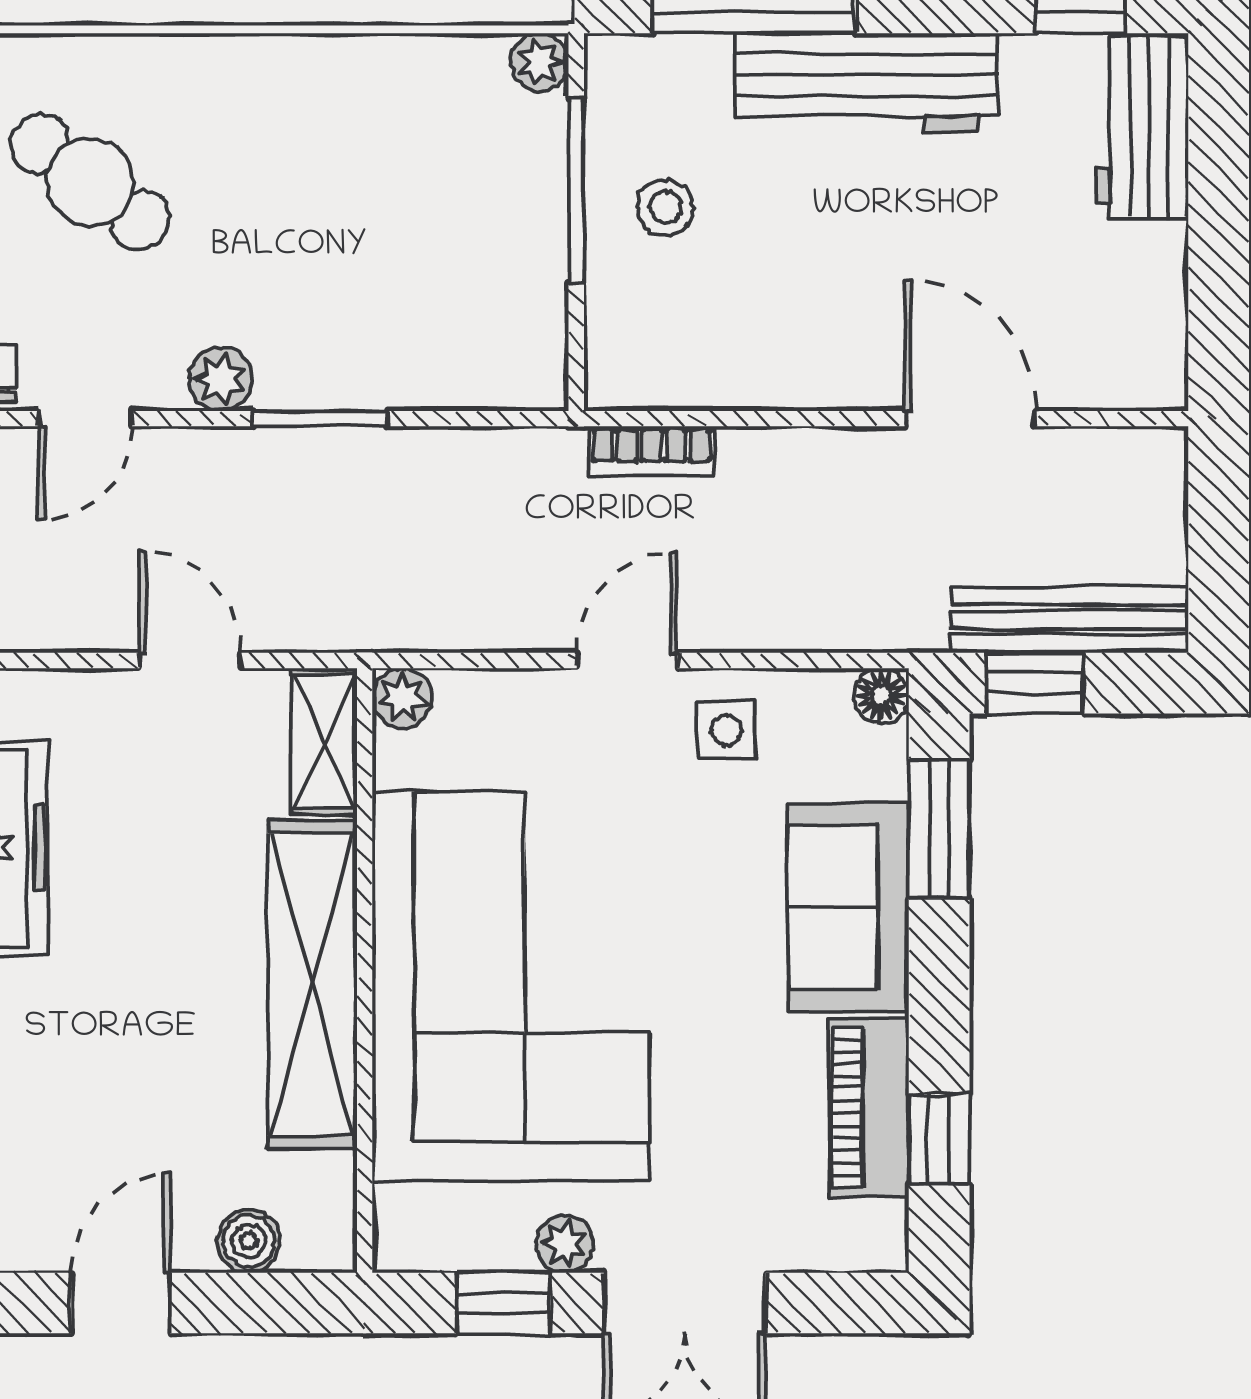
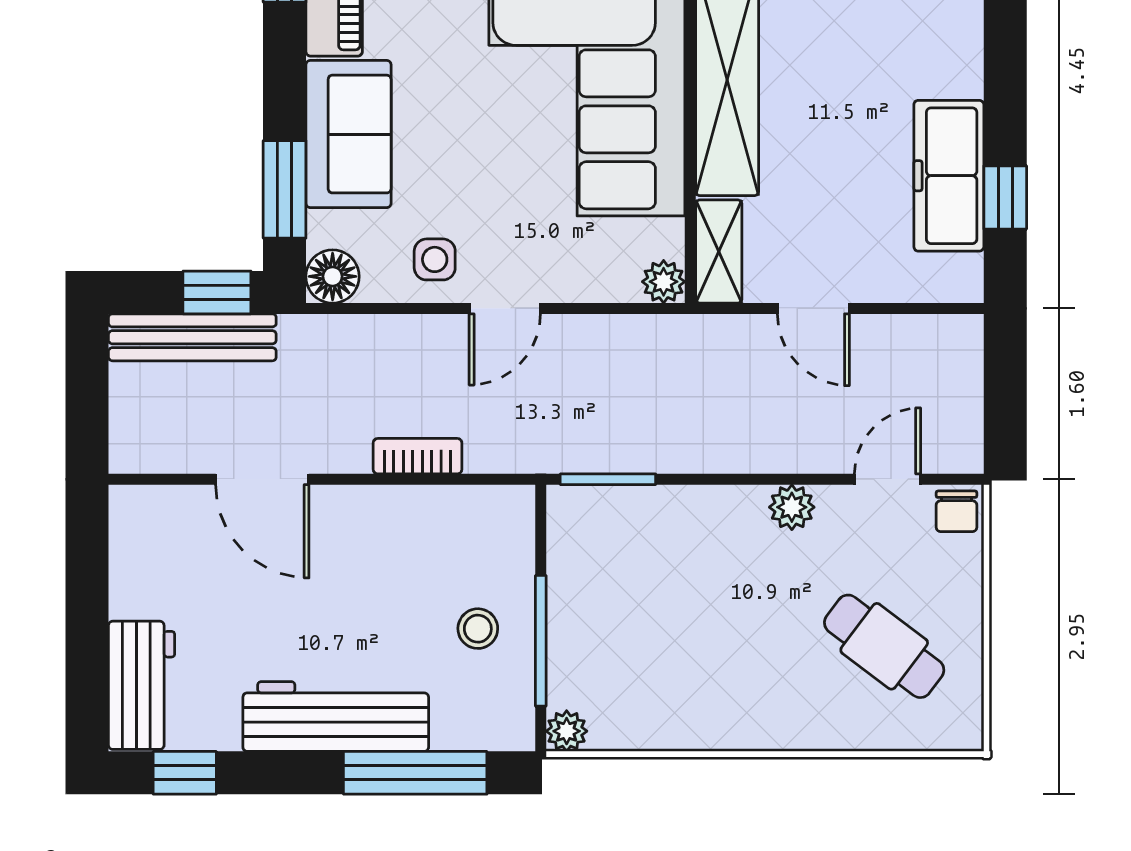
window: (320, 419) -> (608, 479), moved
bookcase: (652, 451) -> (418, 456), moved
floor lamp: (881, 696) -> (333, 276), width x1.37, depth x1.37

